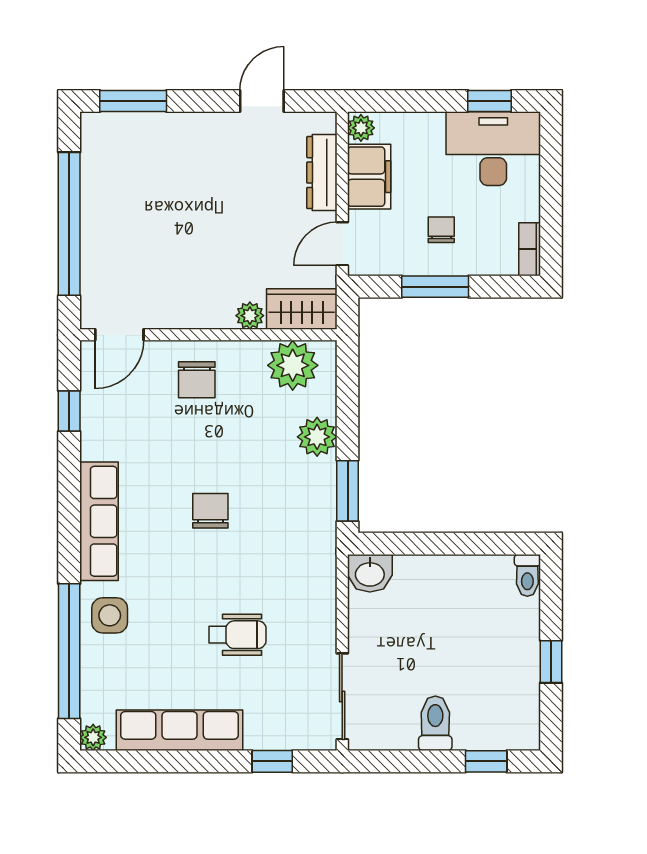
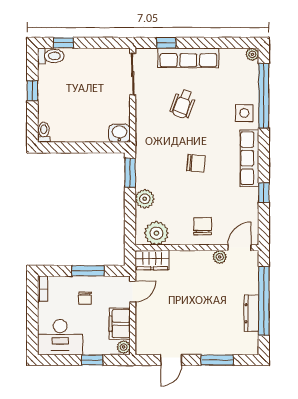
window: (133, 101) -> (217, 360), moved
window: (489, 101) -> (92, 360), moved
dresser: (322, 173) -> (252, 313), moved, turned 180
plant: (250, 316) -> (220, 257), moved
window: (69, 411) -> (264, 193), moved
chair: (210, 511) -> (196, 163), turned -85
wheelchair: (237, 635) -> (183, 104), turned -70
toilet: (435, 723) -> (51, 56), moved, turned -90
row of seats: (180, 730) -> (188, 58), moved

